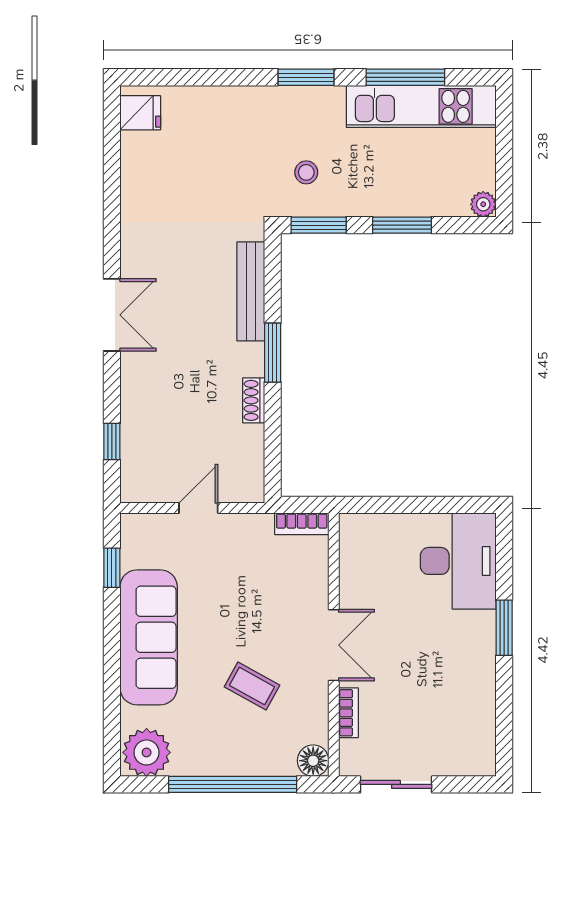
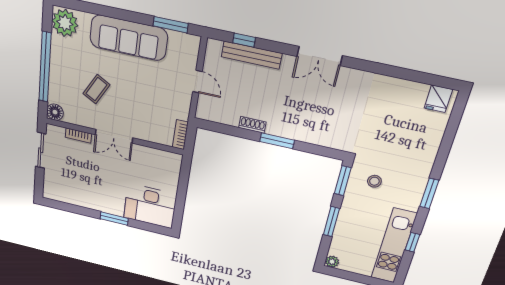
window: (405, 77) -> (412, 242), width x0.46
bench: (251, 291) -> (252, 55), moved
window: (112, 568) -> (171, 25), width x1.50

